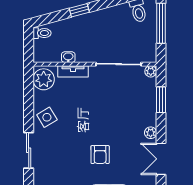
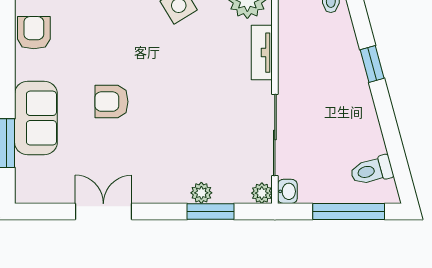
washbasin: (68, 57) -> (287, 191), moved
plant: (151, 133) -> (201, 193), moved

